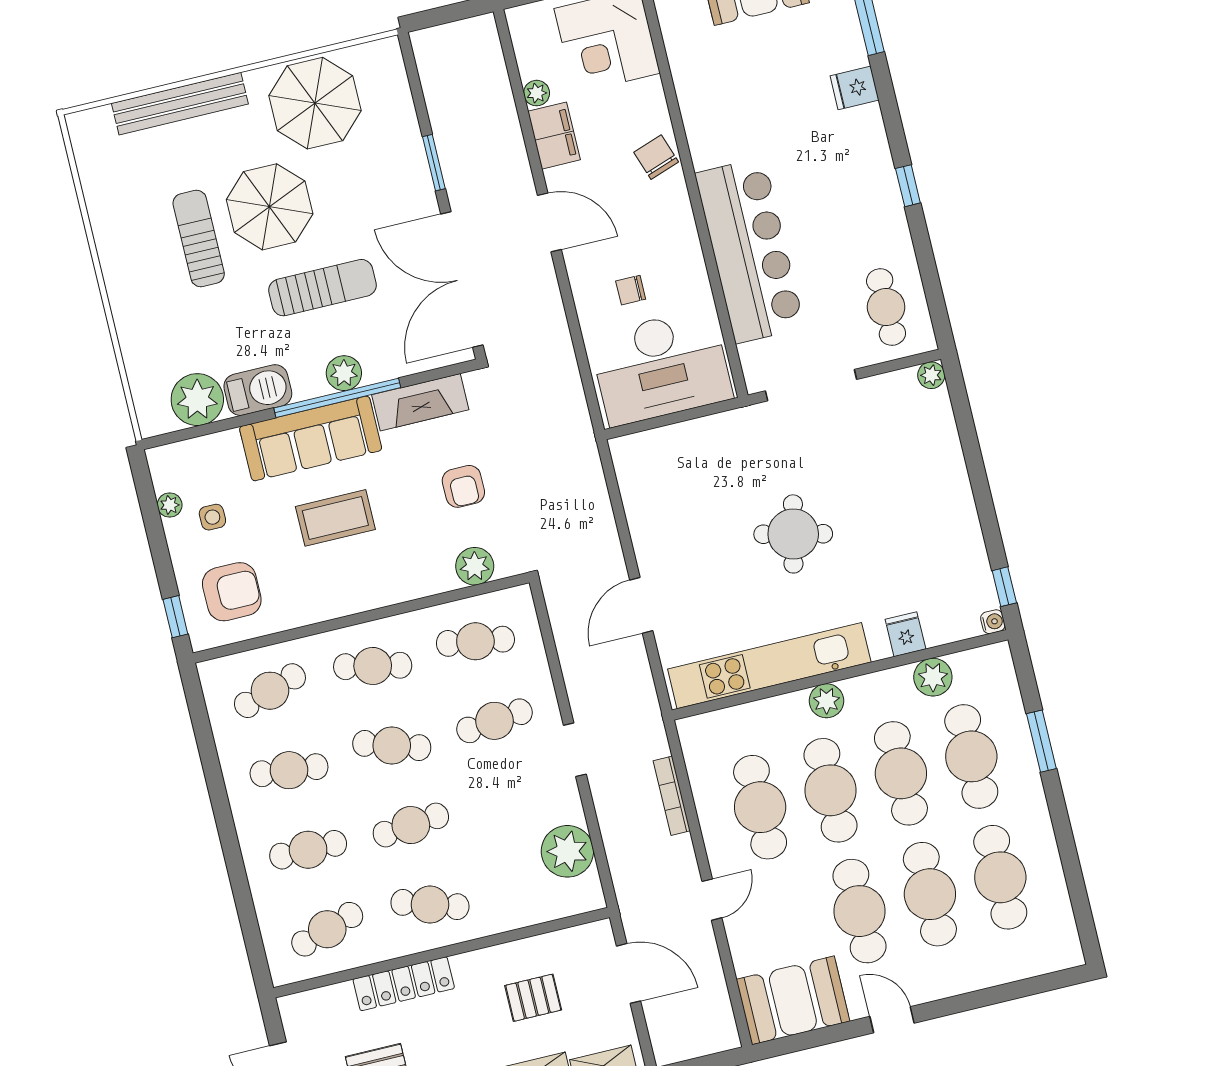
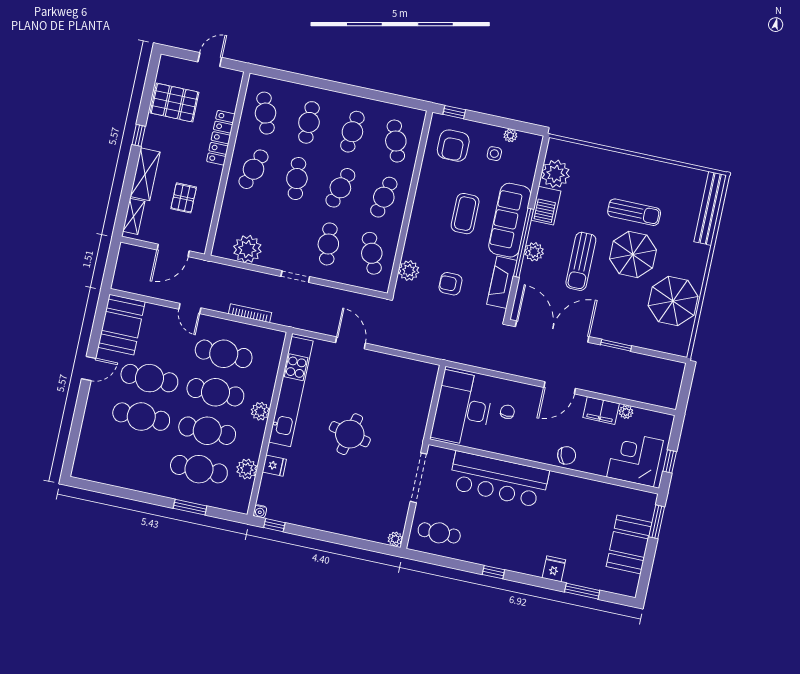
bench: (180, 104) -> (710, 208), moved
cafe table: (475, 641) -> (372, 253), turned -30
cafe table: (1000, 877) -> (133, 455), removed

